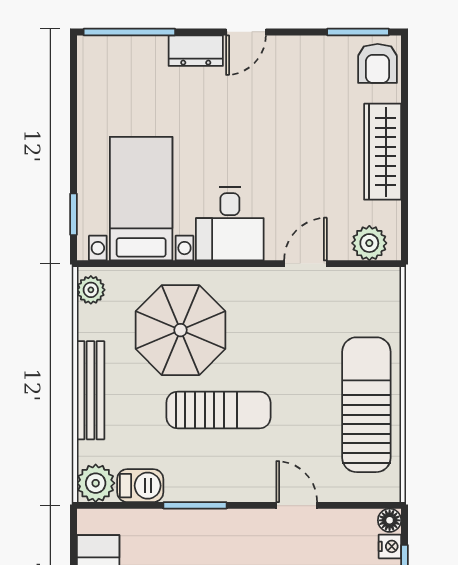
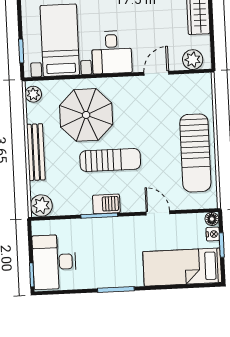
sun lounger: (366, 405) -> (195, 153), turned 180
barbecue: (140, 486) -> (106, 204), moved

